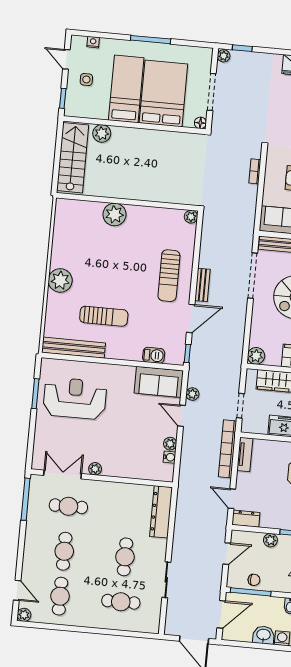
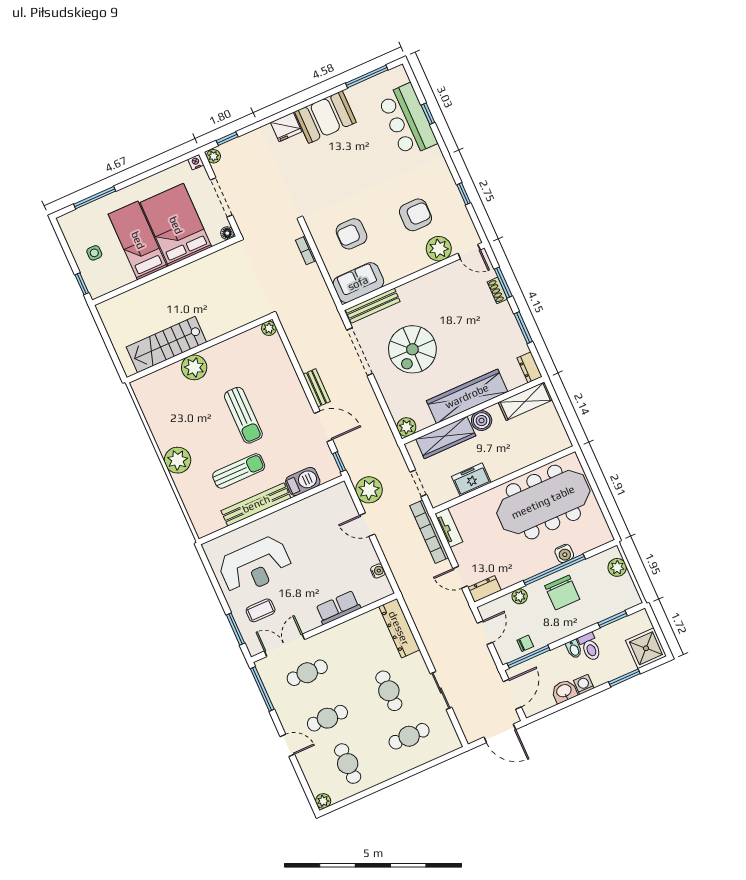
window: (151, 40) -> (95, 198), moved
nightstand: (93, 42) -> (196, 162), moved
door: (66, 59) -> (64, 244), removed
plant: (102, 133) -> (138, 296), removed
stairs: (73, 158) -> (166, 345), moved, turned -90
sun lounger: (169, 276) -> (243, 415), moved
door: (191, 318) -> (323, 426), hinge flipped
bench: (74, 348) -> (256, 504), moved
barbecue: (154, 355) -> (303, 481), width x1.38, depth x1.27
sofa: (159, 382) -> (327, 504), removed
window: (35, 394) -> (235, 629), moved
plant: (192, 394) -> (369, 490), width x1.88, depth x1.88
reception desk: (75, 398) -> (255, 566), turned 180
coffee table: (59, 436) -> (261, 610), added
plant: (170, 444) -> (371, 558), removed
row of seats: (122, 468) -> (338, 608), added
plant: (95, 469) -> (313, 622), removed
cafe table: (64, 551) -> (327, 718), turned 90
door: (17, 590) -> (287, 745), moved

